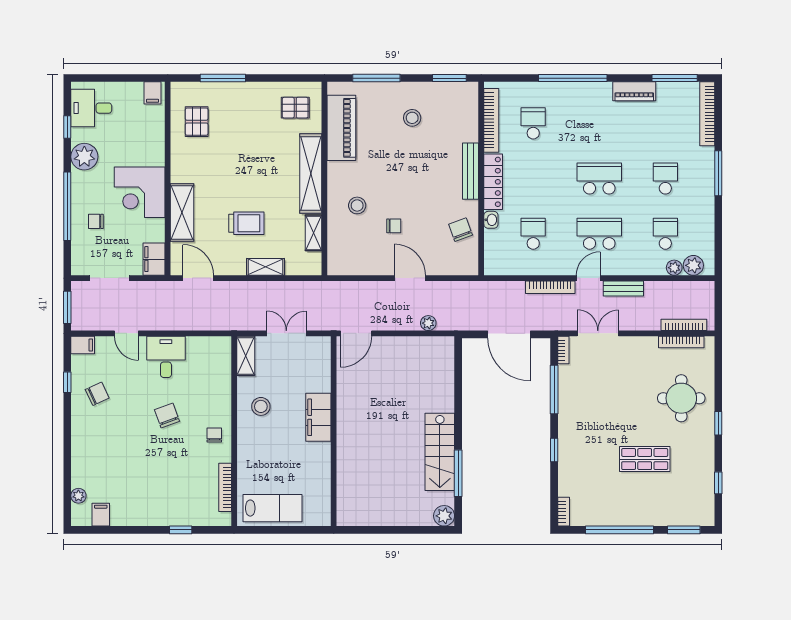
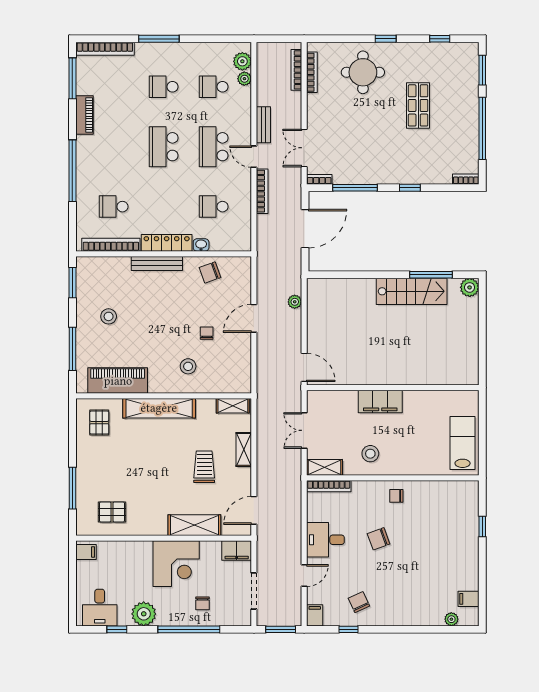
shelving: (314, 233) -> (233, 406), moved
bookcase: (225, 487) -> (329, 486), moved

